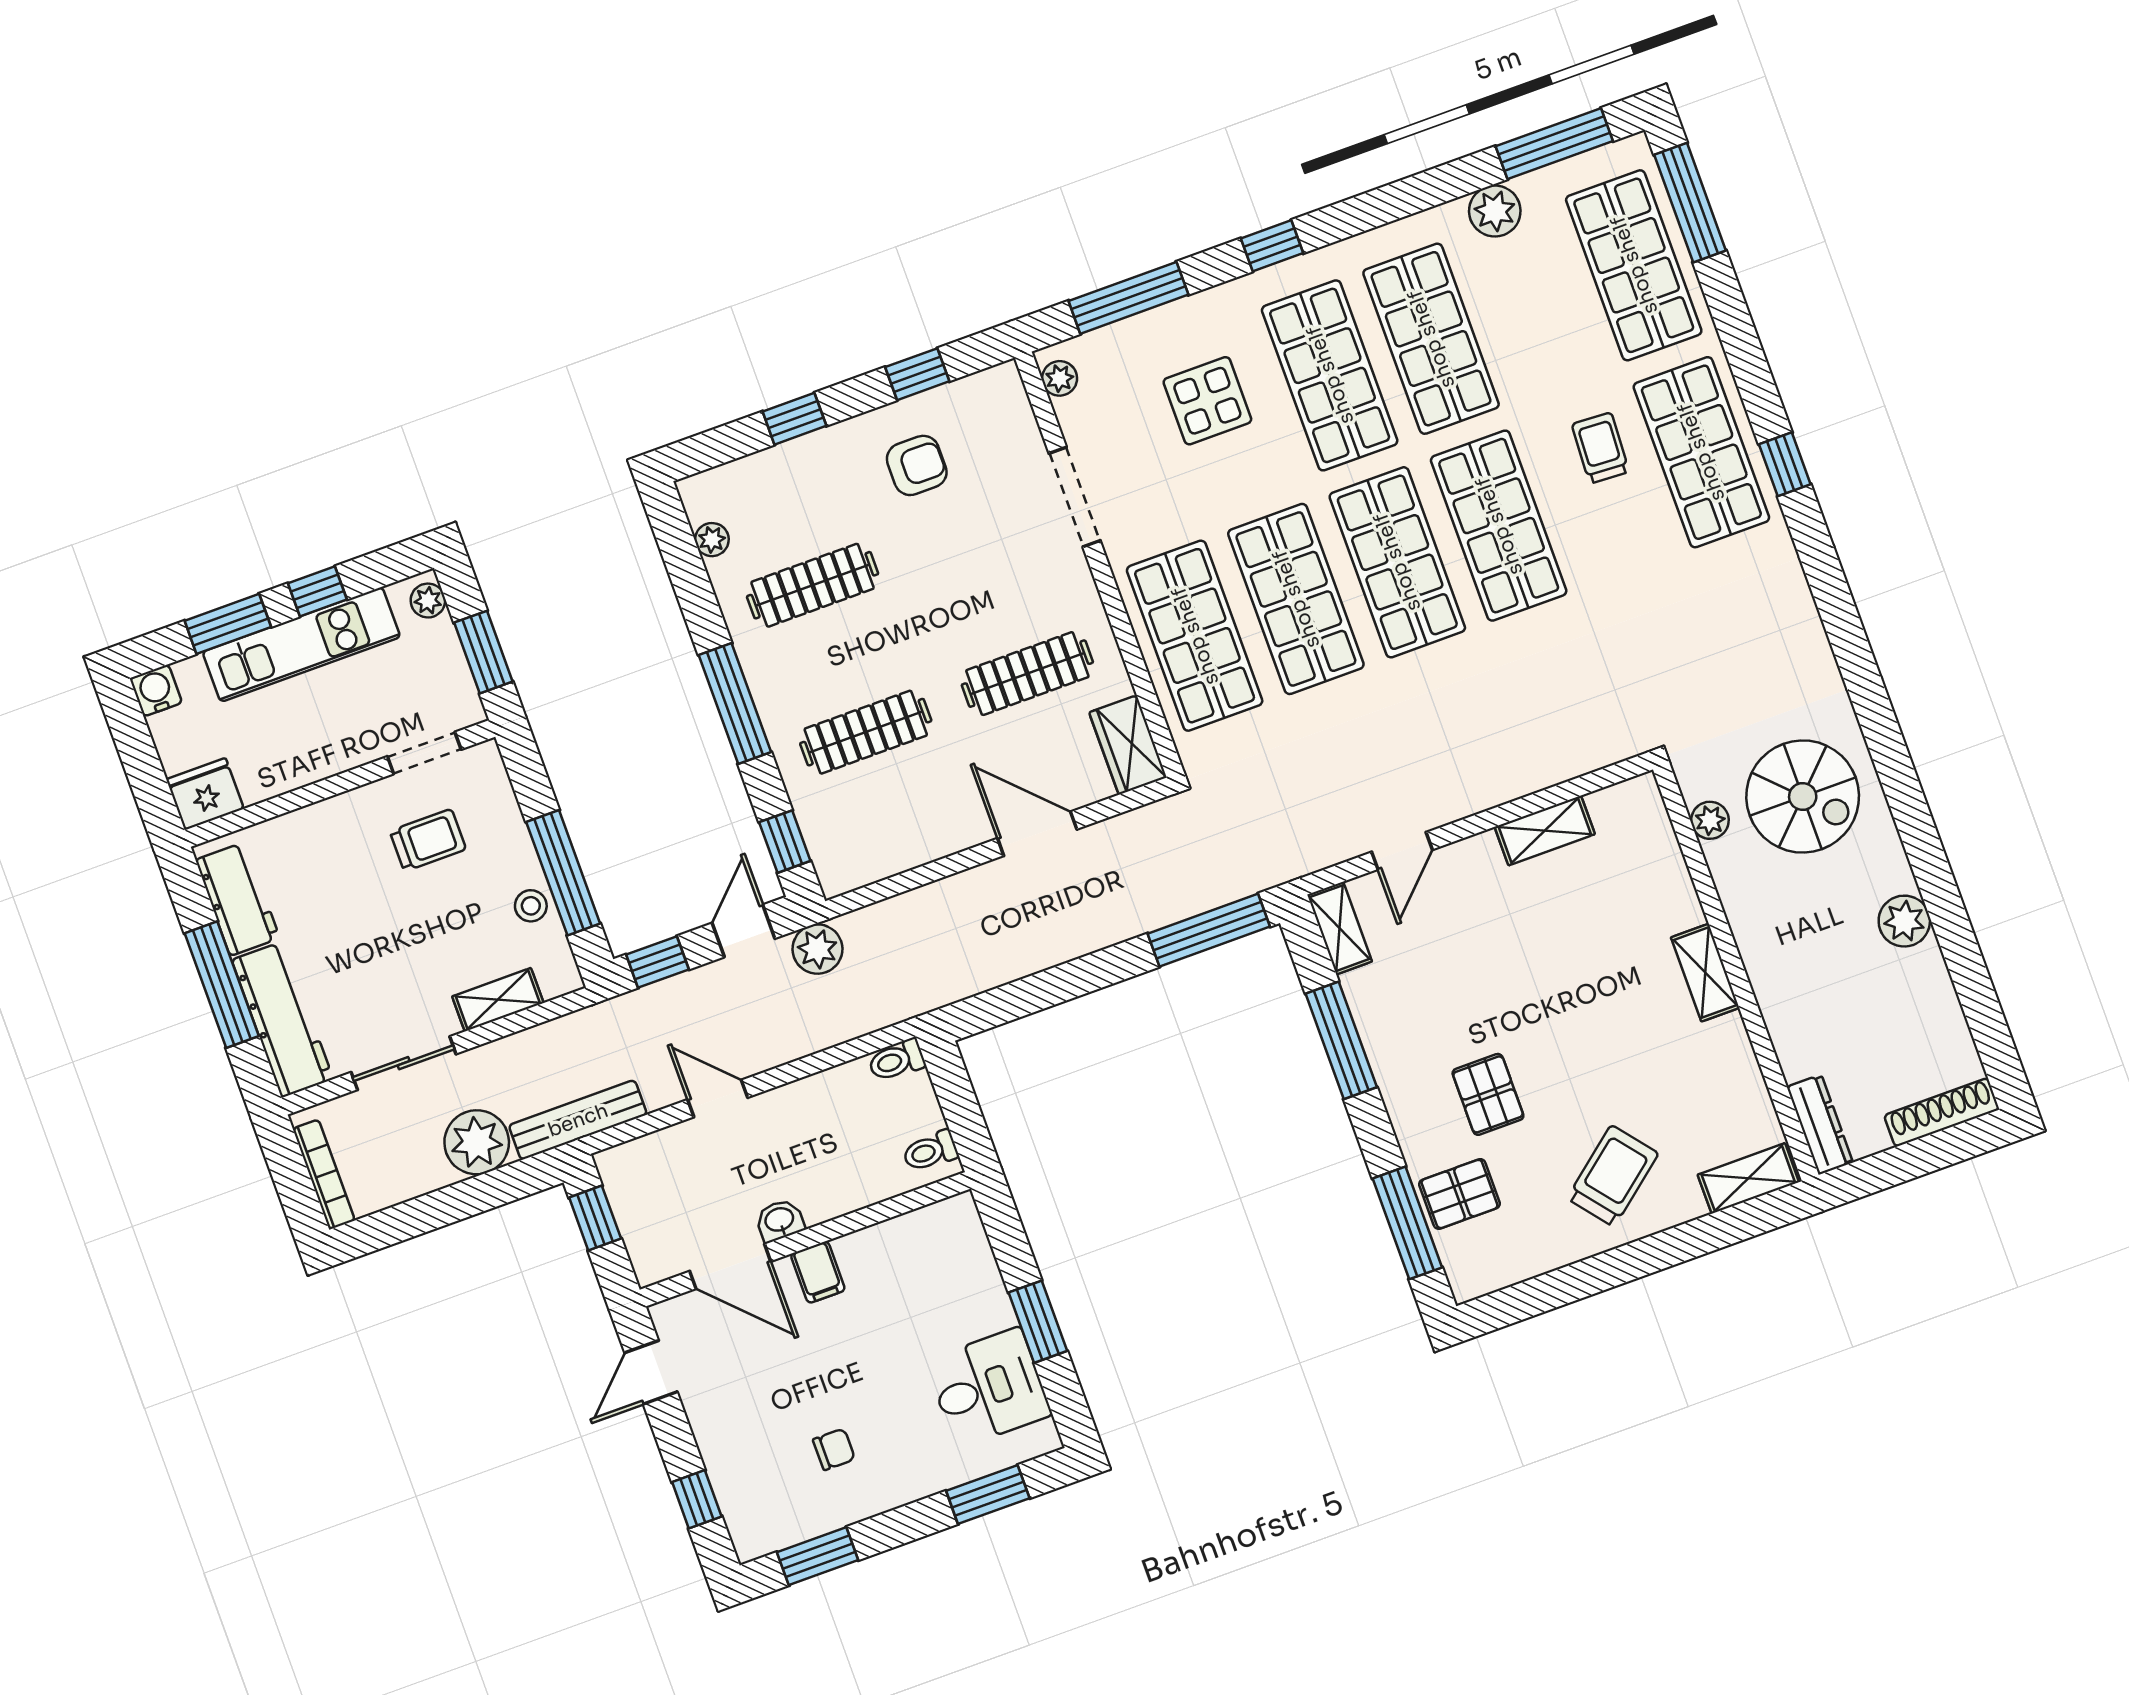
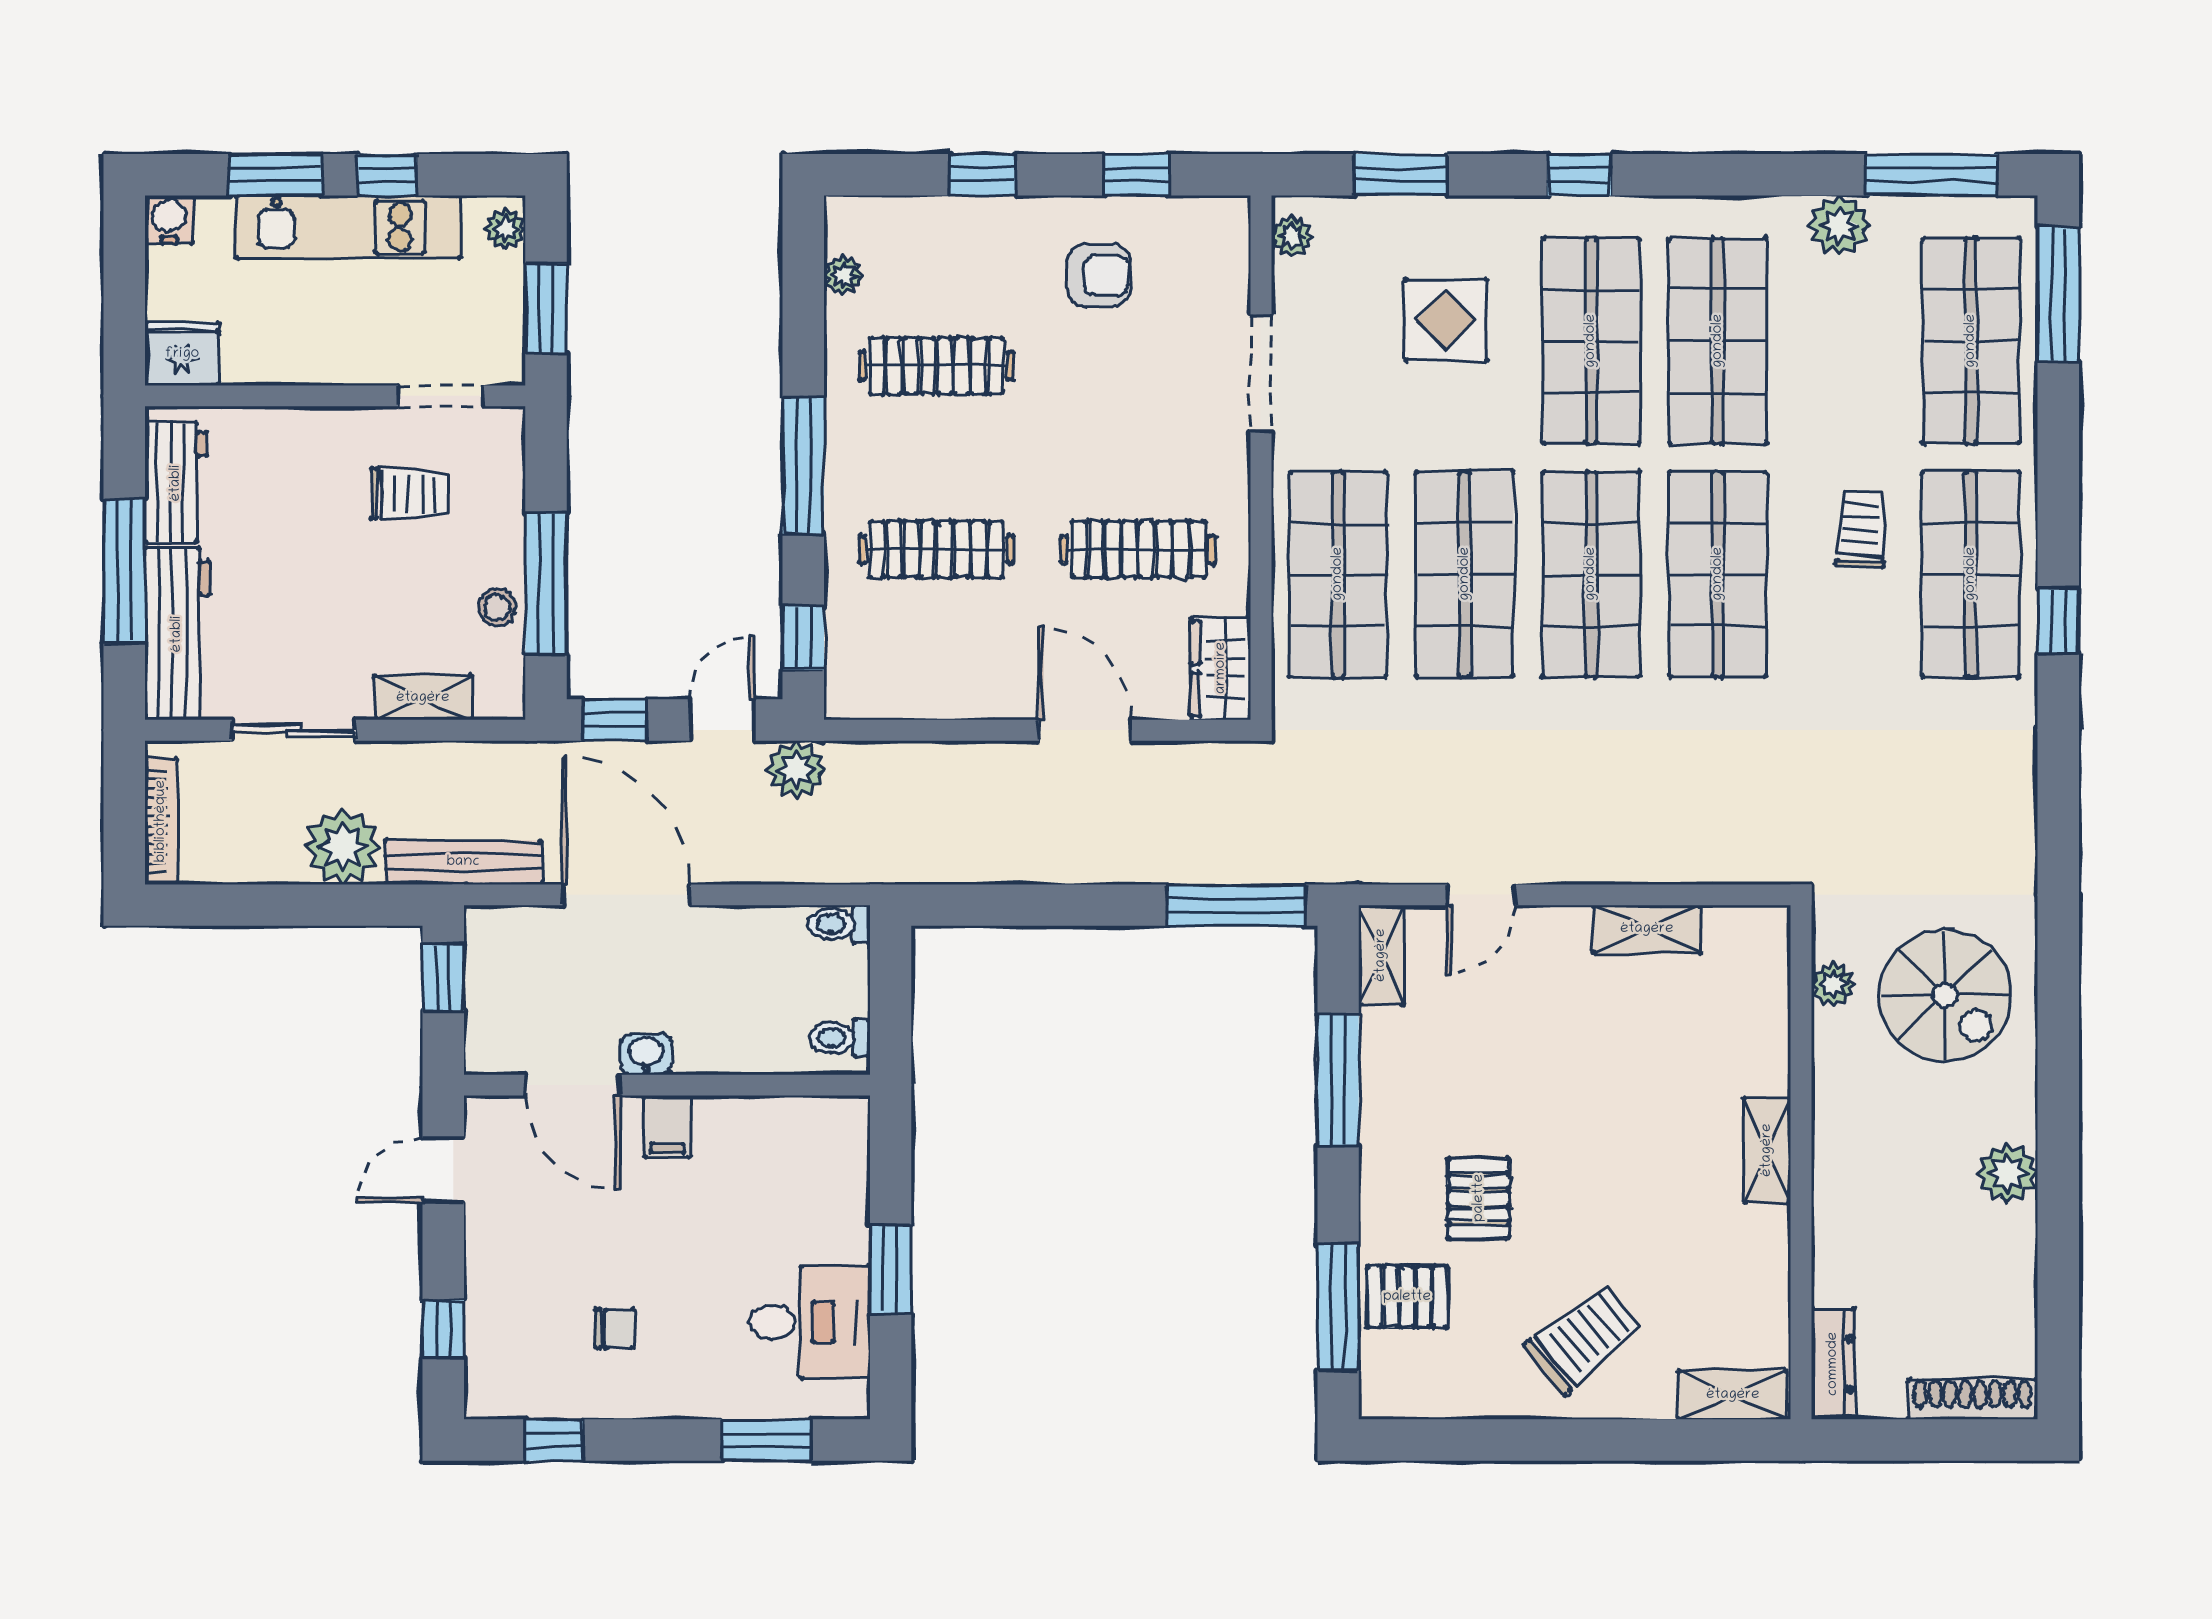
window: (1128, 298) -> (1400, 175), width x0.69
door: (718, 1099) -> (626, 895), width x1.87
window: (818, 1556) -> (554, 1440), width x0.67

